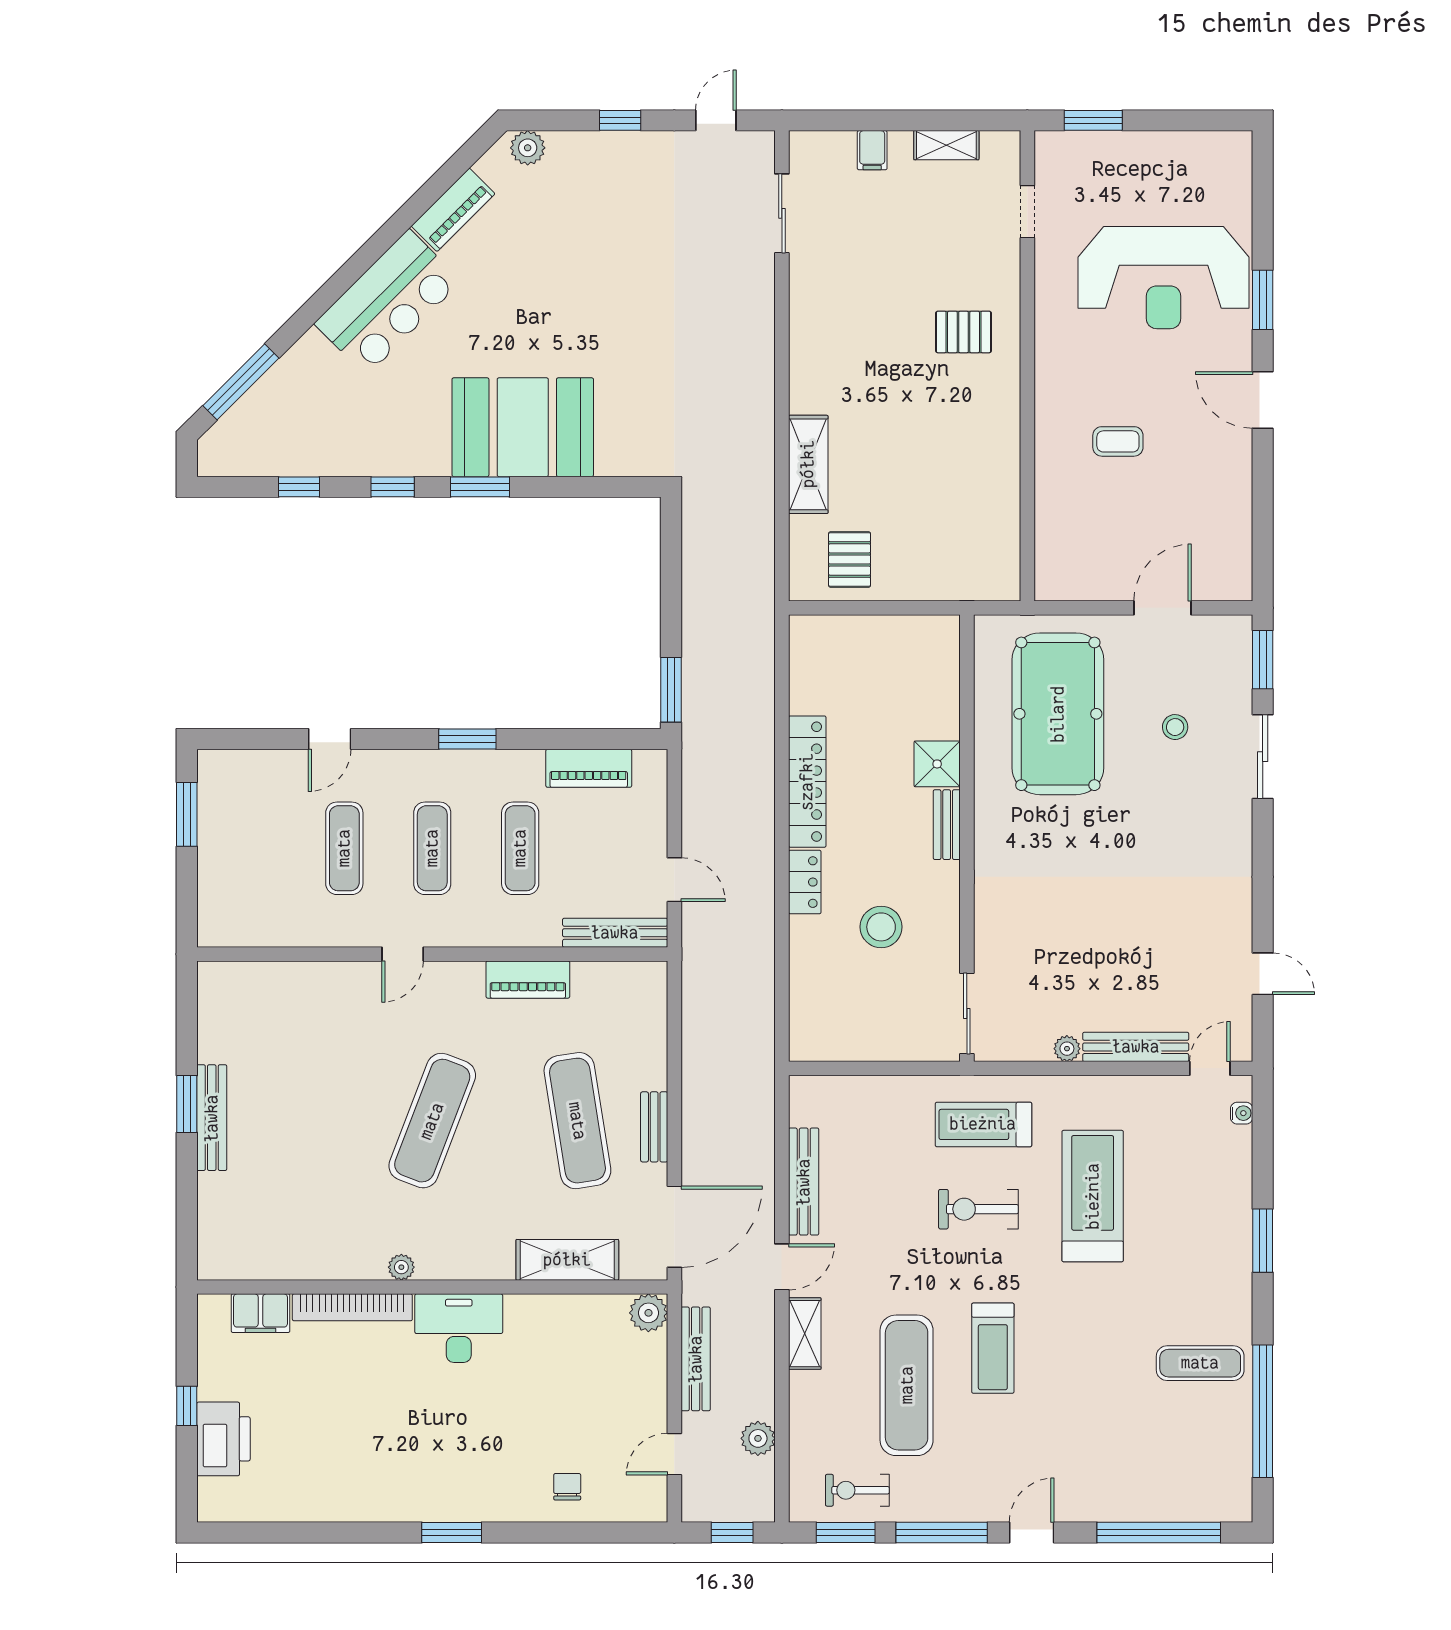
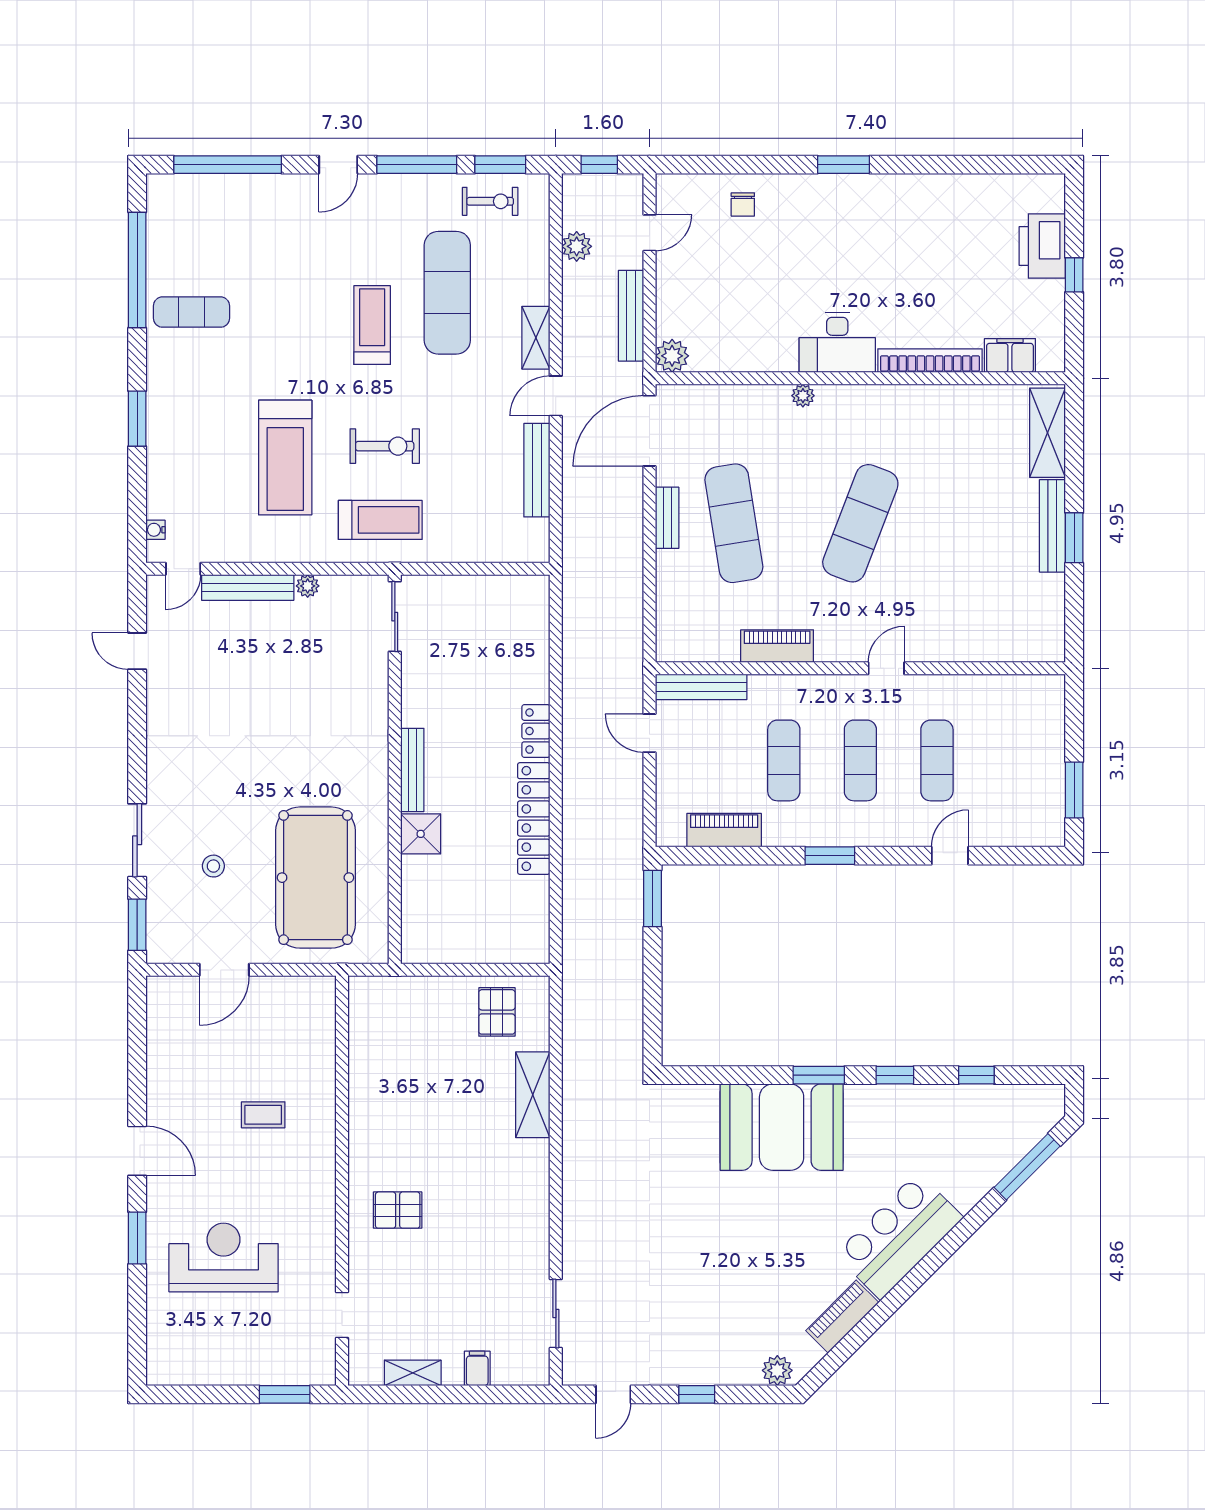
reception desk: (1163, 278) -> (224, 1257), width x0.74, depth x0.77
bench: (947, 825) -> (412, 770), width x1.36
stool: (881, 927) -> (469, 692), removed
shelving: (567, 1260) -> (1047, 433), moved, turned 90
plant: (401, 1267) -> (803, 396), moved

